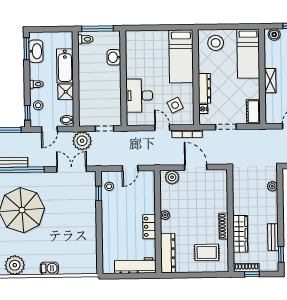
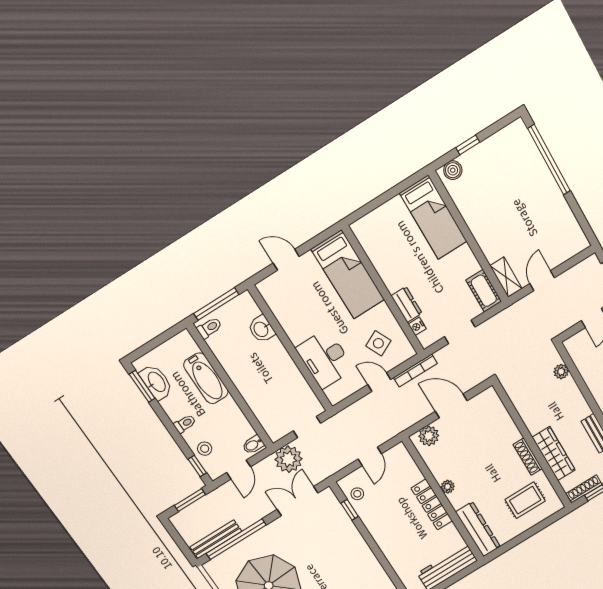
door: (152, 28) -> (286, 260), added
stool: (216, 43) -> (382, 229), removed
shelving: (270, 81) -> (506, 277), moved
dresser: (204, 88) -> (407, 304), width x0.70
shower: (66, 92) -> (228, 411), removed
locker: (149, 227) -> (432, 505), width x1.53

